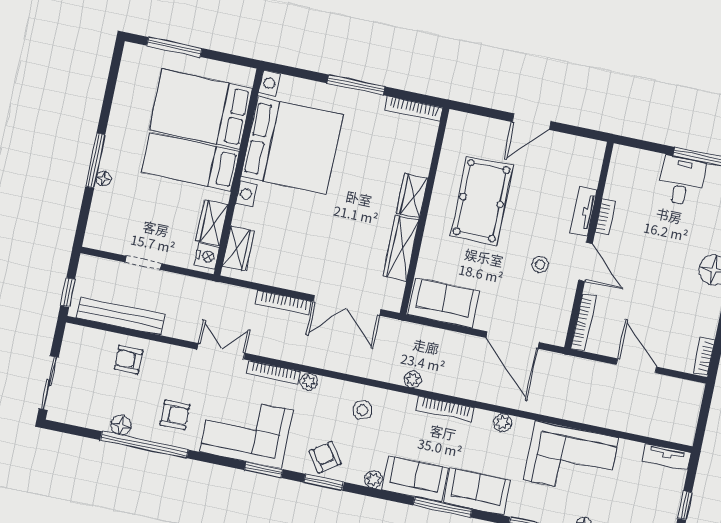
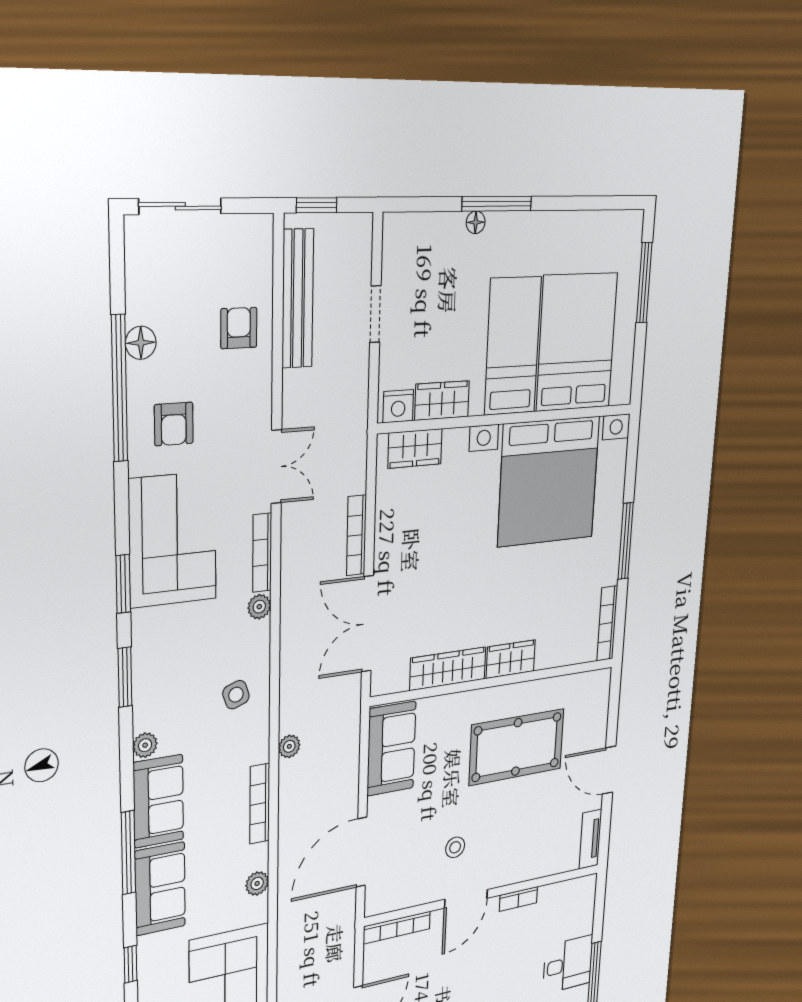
tv unit: (584, 211) -> (590, 839), moved, turned -90
armchair: (325, 457) -> (161, 666), removed

